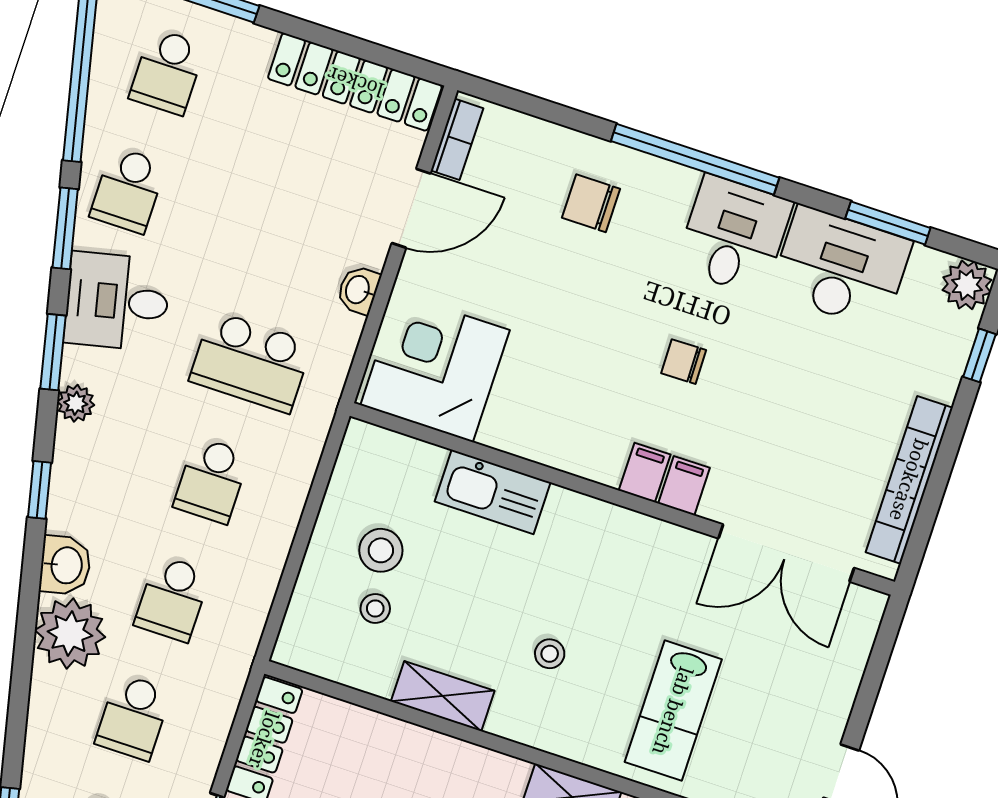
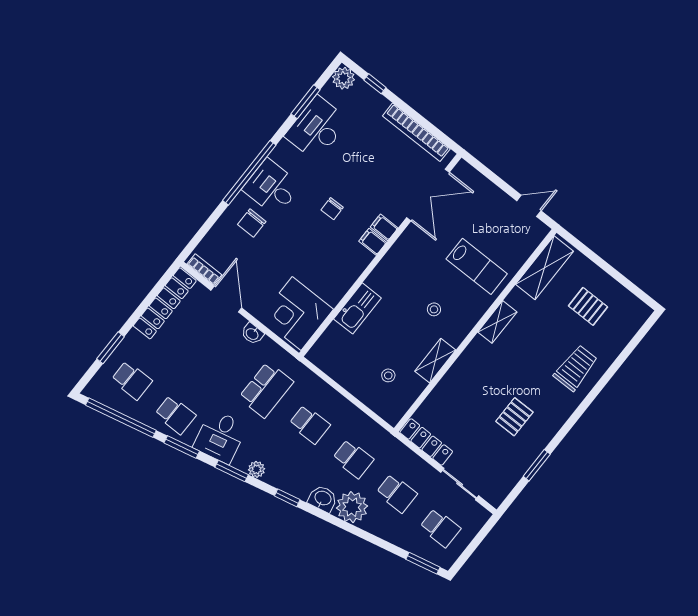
desk: (734, 235) -> (272, 187), moved
stool: (381, 550) -> (365, 364), removed

